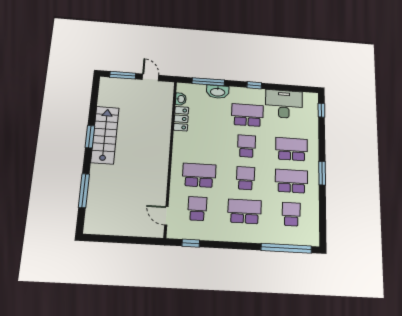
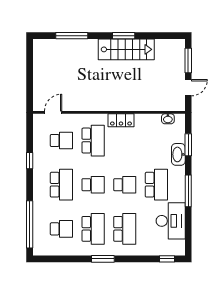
window: (208, 82) -> (188, 145), width x0.69
window: (254, 85) -> (188, 191), width x2.17
locker: (181, 119) -> (121, 120), moved
window: (191, 243) -> (30, 161), moved

